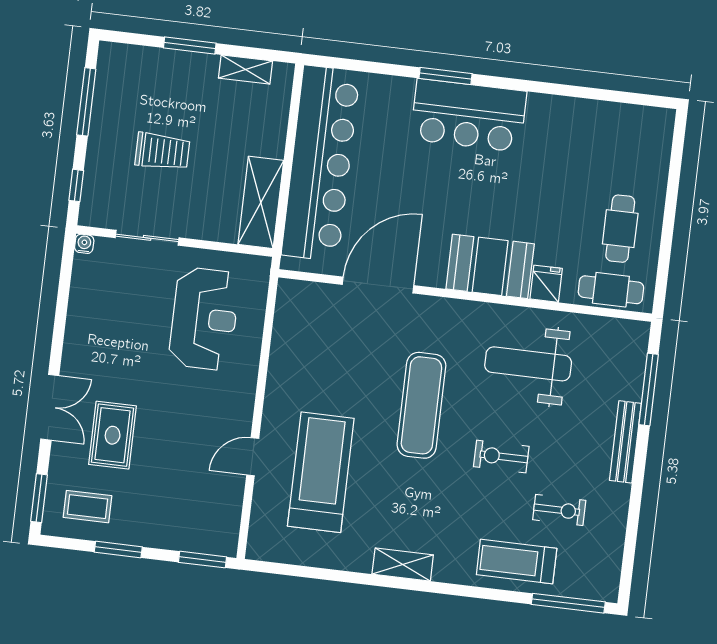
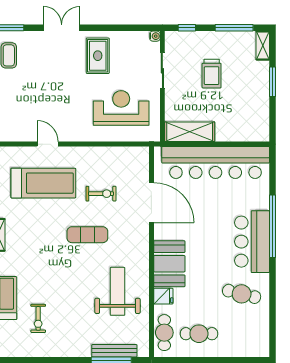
shelving: (245, 69) -> (263, 46), moved
window: (446, 76) -> (272, 226), width x2.11
cafe table: (559, 145) -> (242, 294), added
reception desk: (204, 319) -> (121, 108), turned 180
exercise mat: (421, 405) -> (87, 235), width x0.73, depth x0.69
double door: (50, 407) -> (62, 28), swing flipped
rug: (113, 435) -> (98, 56), moved, turned 90
bench: (625, 442) -> (114, 351), moved
exercise bike: (501, 456) -> (101, 194), moved, turned 90

